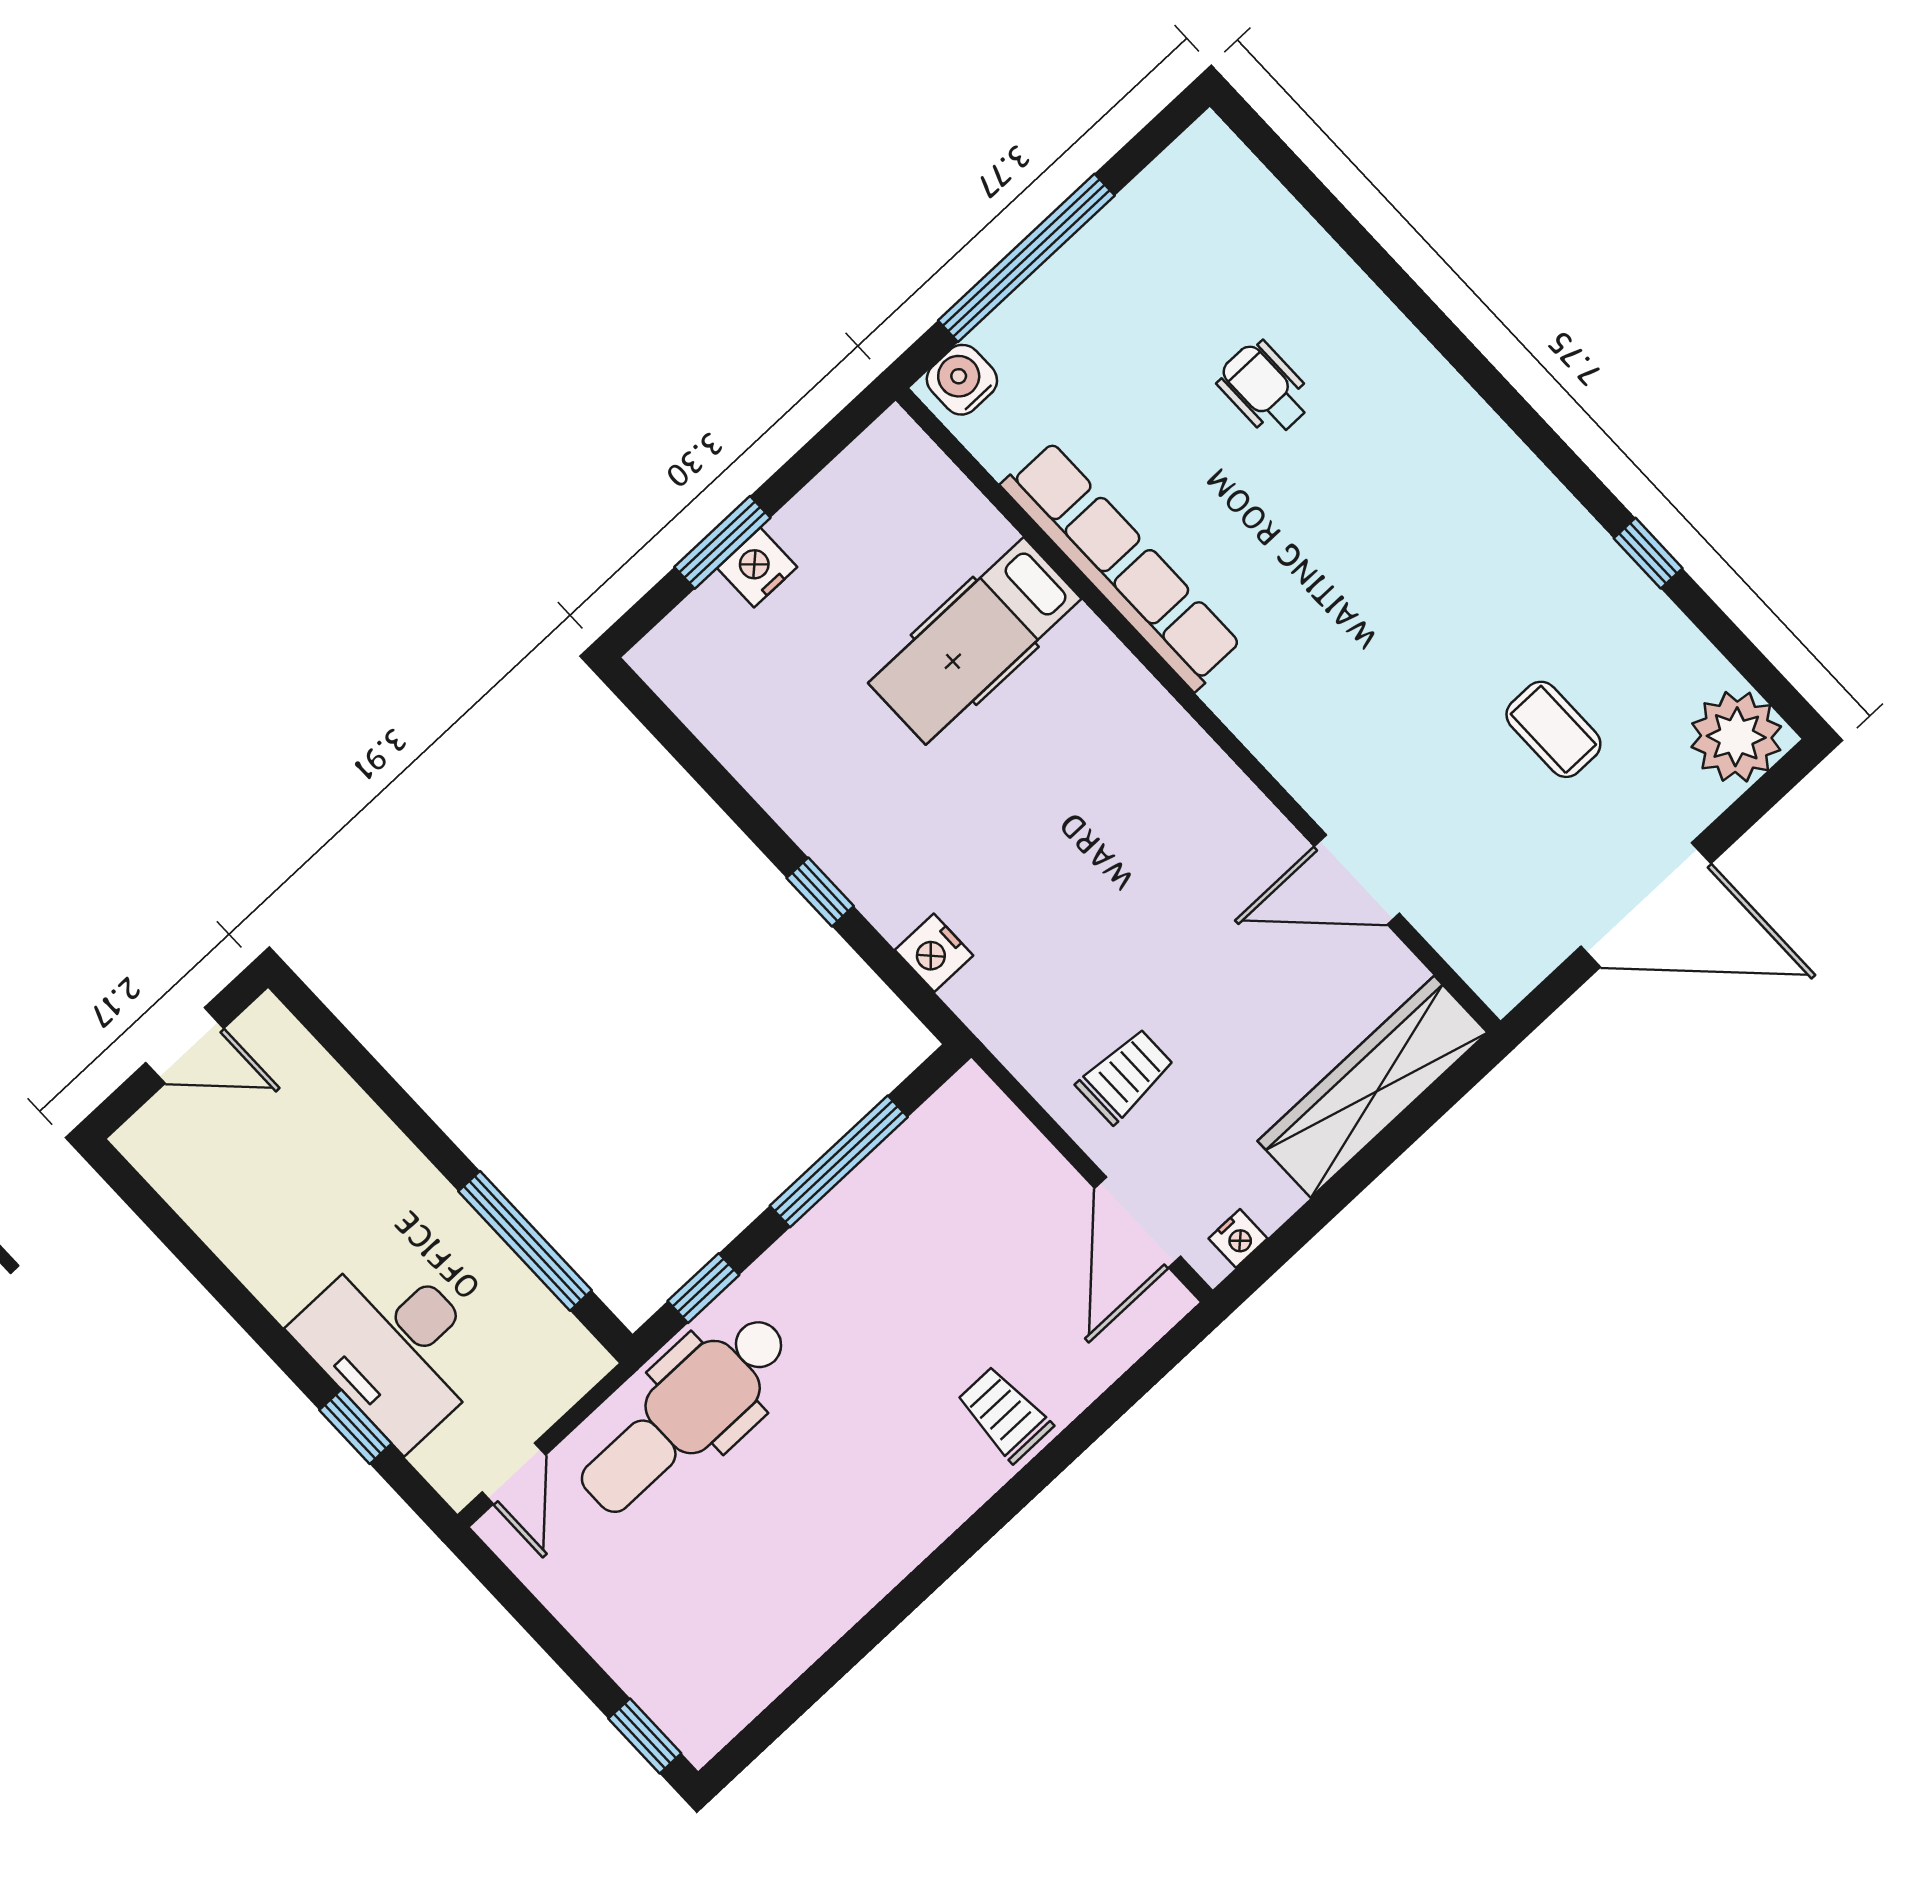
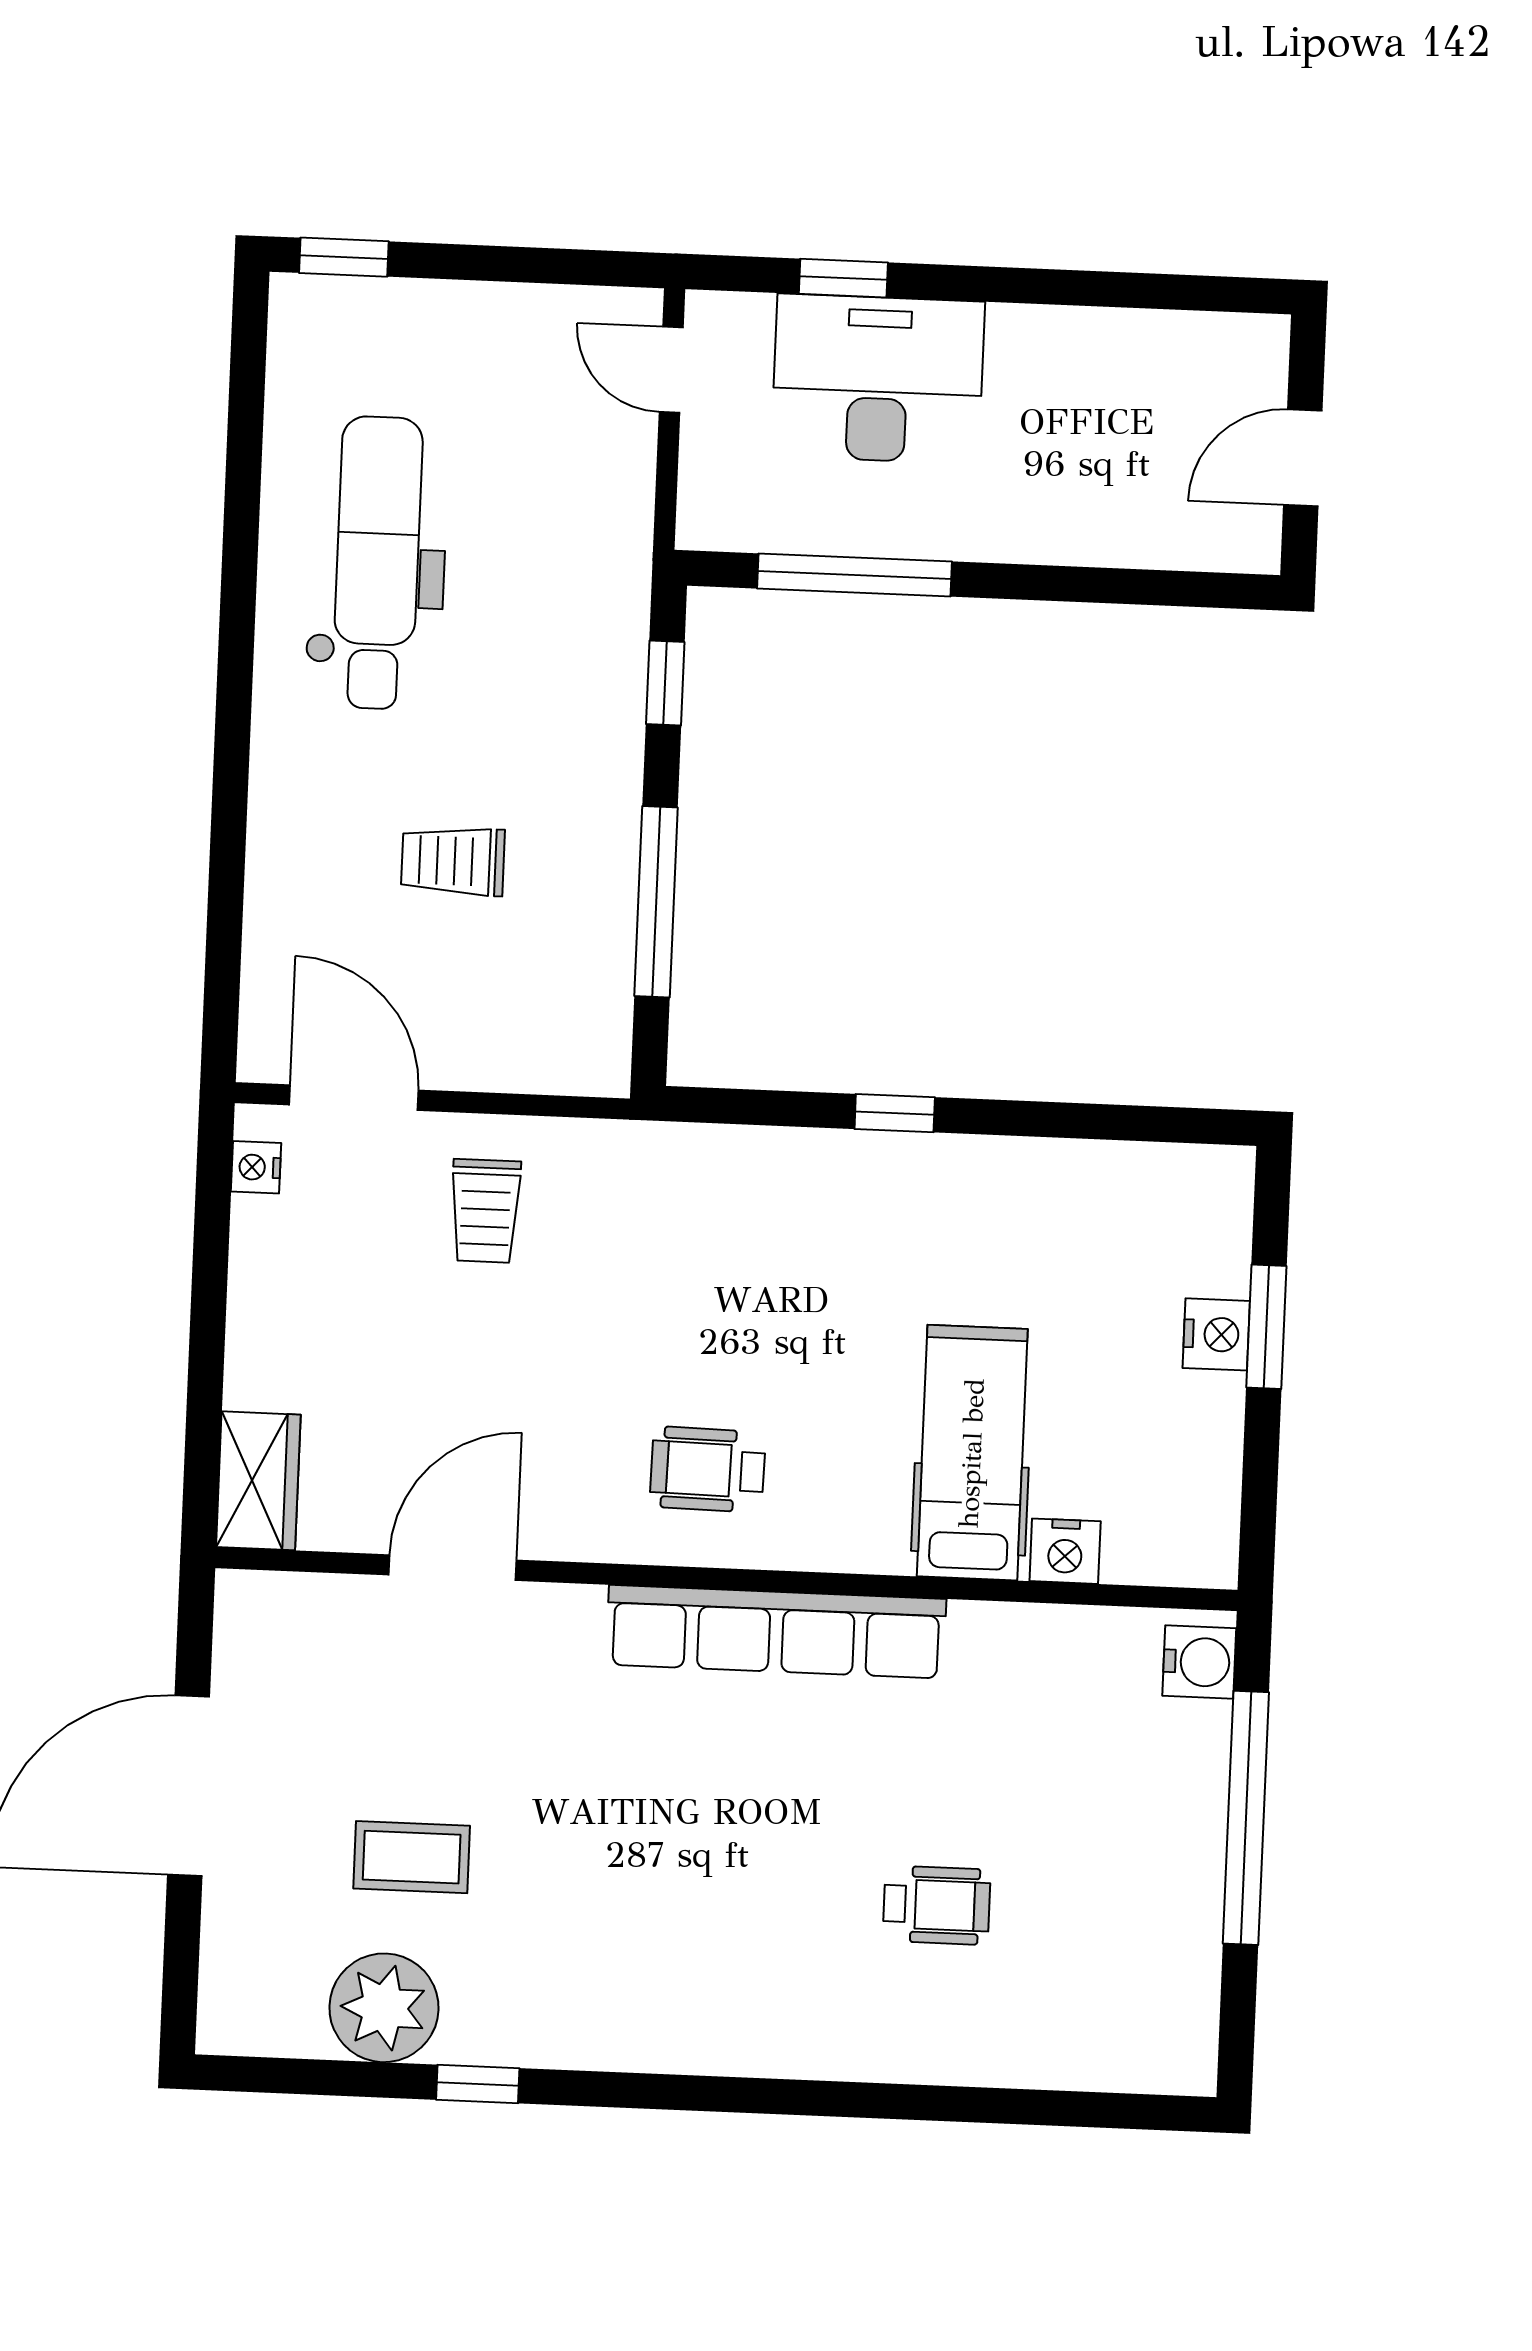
row of seats: (1122, 566) -> (776, 1632), moved
plant: (1736, 737) -> (384, 2008), moved
wheelchair: (1145, 788) -> (708, 1469), added
nightstand: (934, 953) -> (1065, 1551), moved, turned 180
wardrobe: (1372, 1087) -> (258, 1481), width x0.48, depth x0.85
dental chair: (685, 1414) -> (377, 563), moved
trolley: (1005, 1414) -> (453, 861), moved, turned 180

